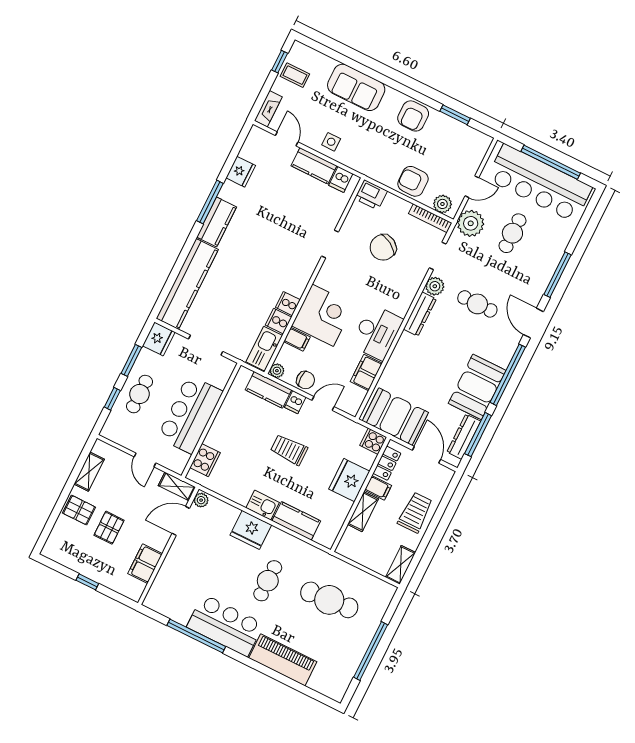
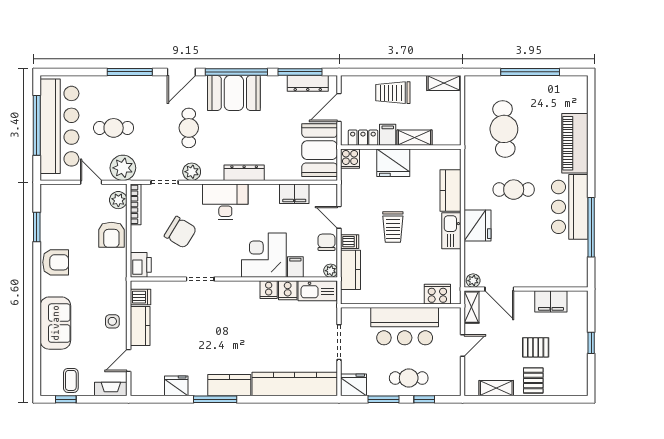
dresser: (420, 314) -> (244, 173), moved
desk: (377, 332) -> (225, 202), moved
booth: (477, 387) -> (234, 93), moved
kitchen sink: (263, 505) -> (451, 231), width x1.38

